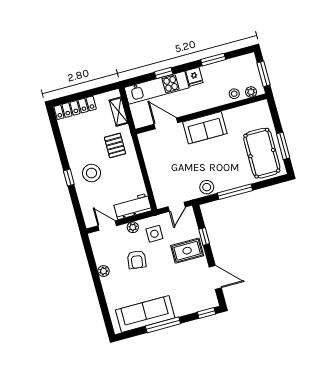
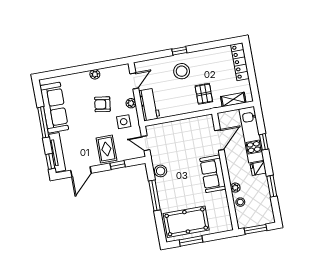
plant: (251, 92) -> (235, 188), moved
pallet: (115, 146) -> (204, 94), turned 90
tv unit: (196, 306) -> (57, 152), added

